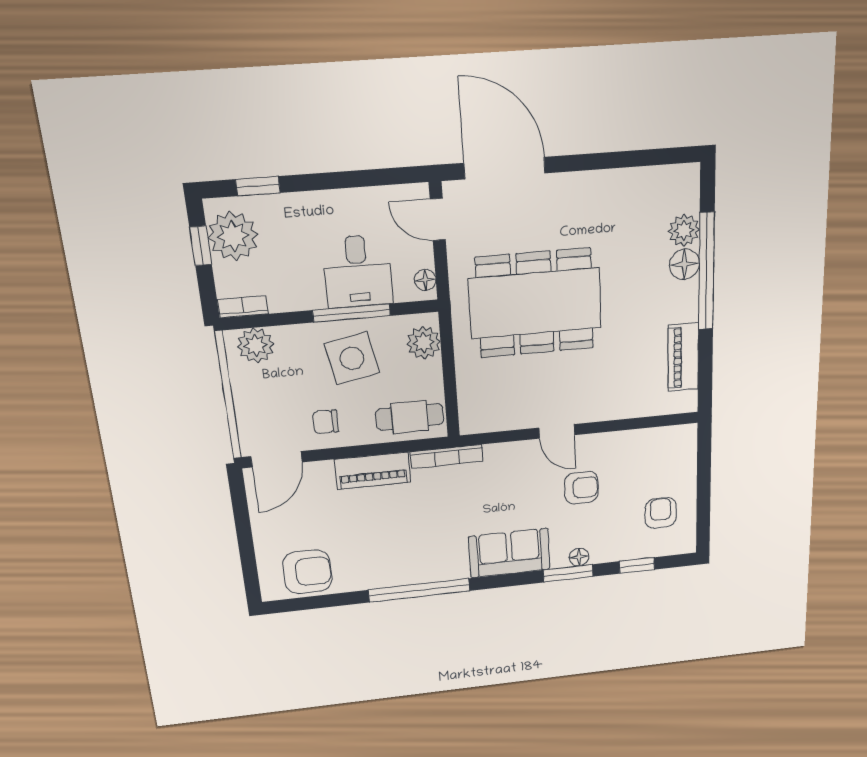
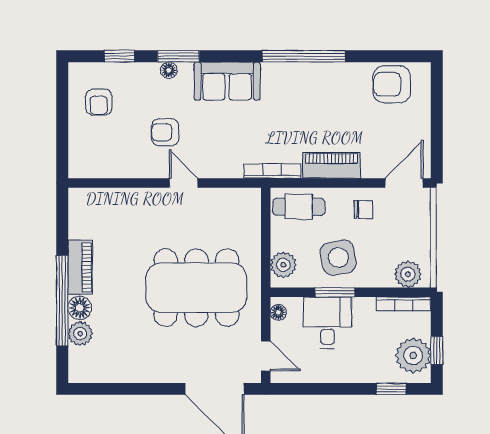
bookcase: (243, 307) -> (403, 304), width x1.56
window: (352, 313) -> (335, 292), width x0.69
piano: (683, 357) -> (80, 267), moved

